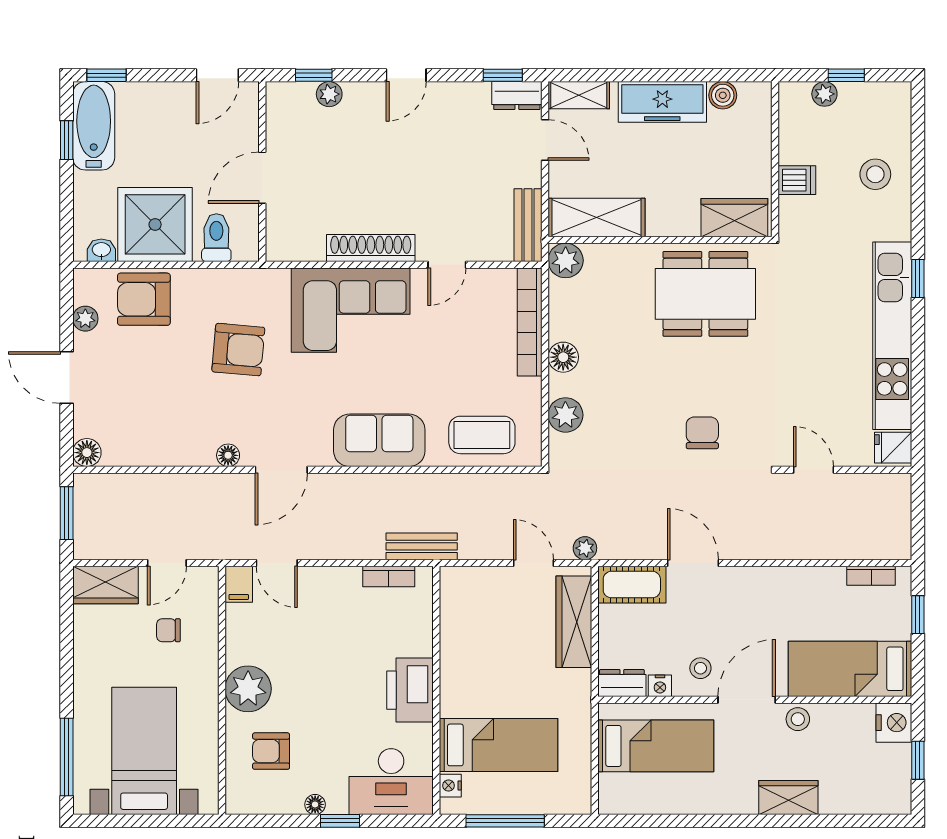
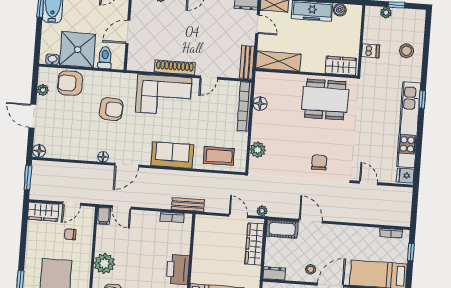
plant: (566, 260) -> (263, 80), removed
floor lamp: (563, 357) -> (260, 104), moved
nightstand: (660, 686) -> (292, 276), removed

